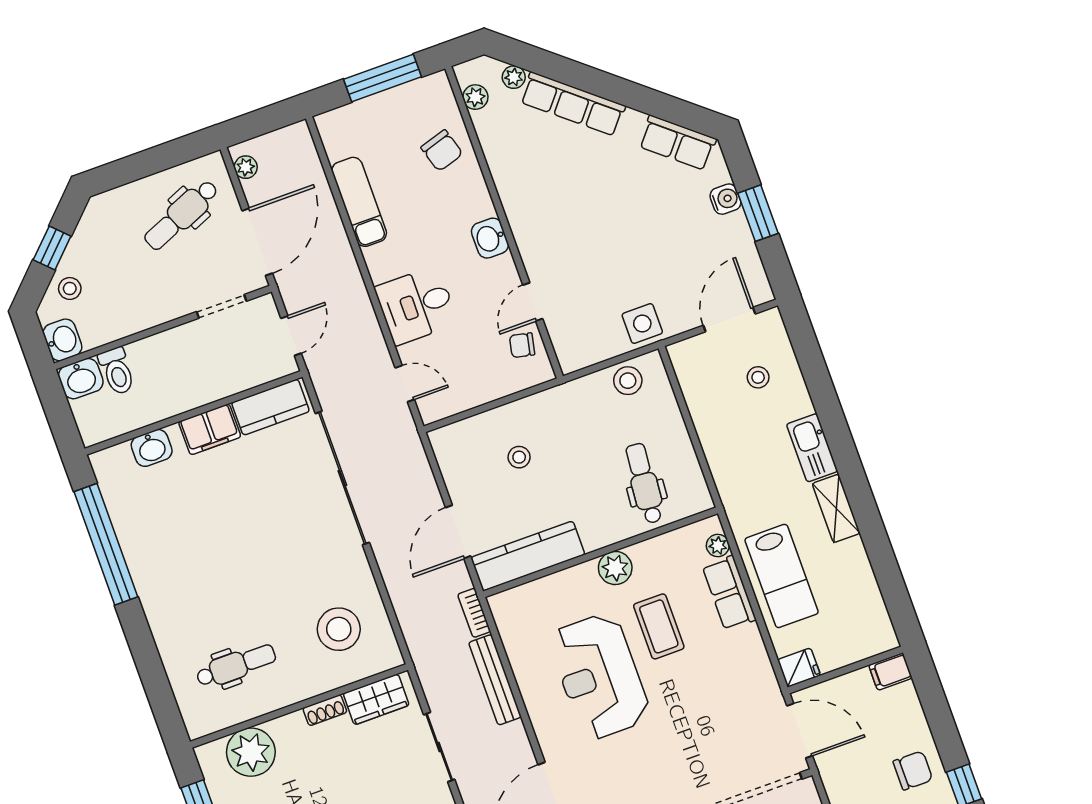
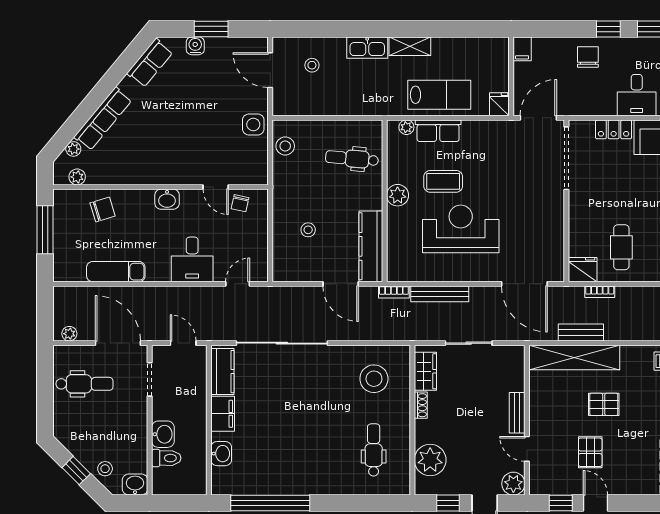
dental chair: (181, 215) -> (85, 384), turned -67
washbasin: (81, 379) -> (163, 434), moved
reception desk: (599, 676) -> (461, 229), turned 180

